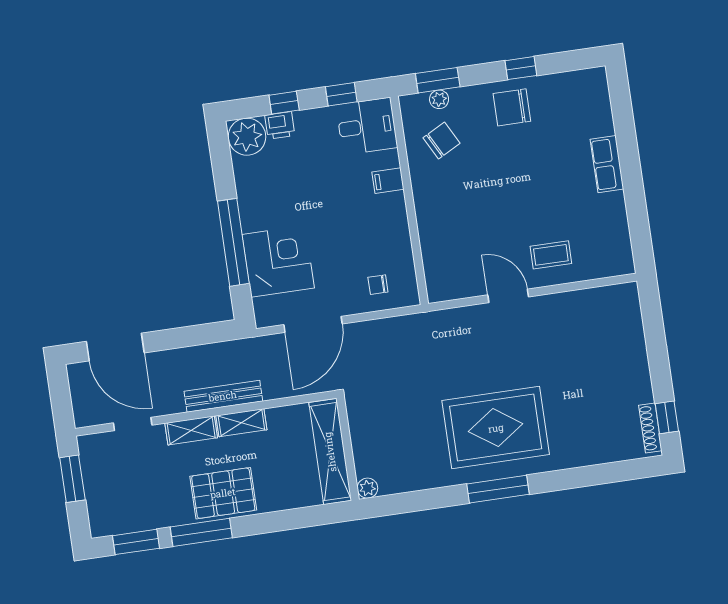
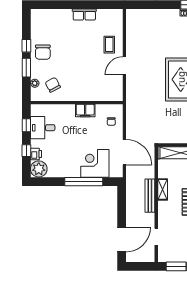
window: (438, 80) -> (26, 68), moved
desk: (367, 126) -> (43, 128), moved, turned -90
row of seats: (607, 164) -> (84, 14), moved
filing cabinet: (388, 181) -> (85, 111), moved, width x2.00
shelving: (191, 430) -> (163, 212), removed

